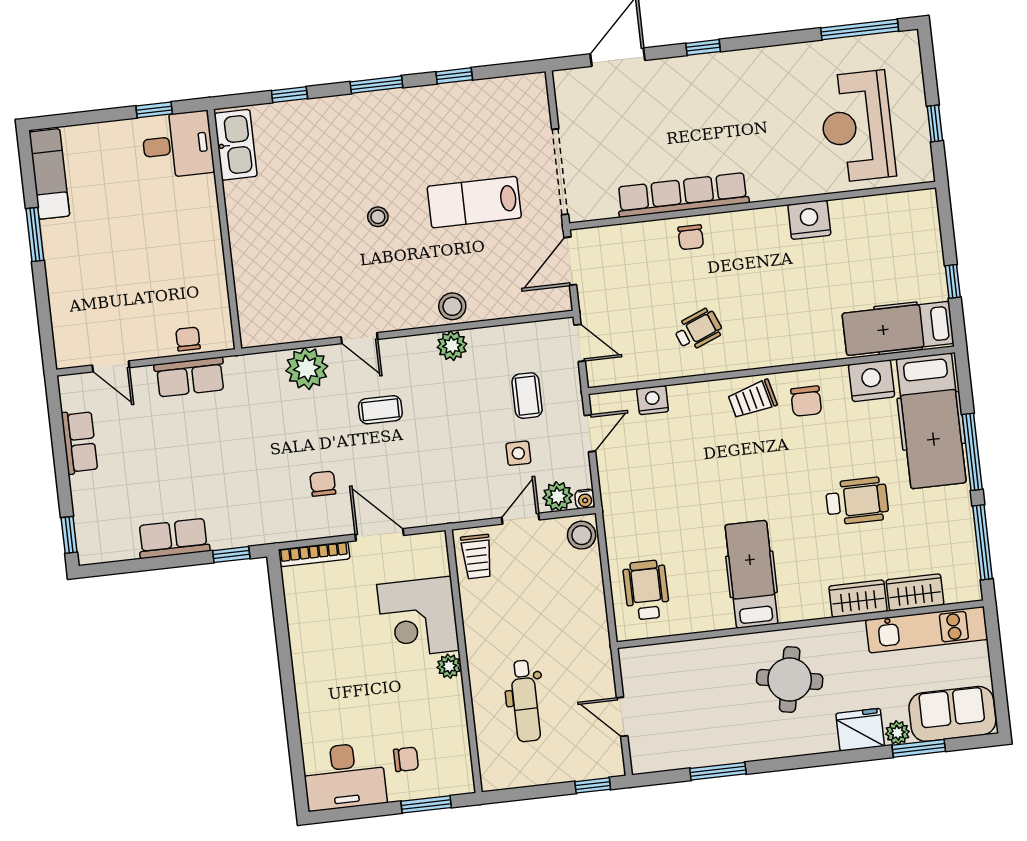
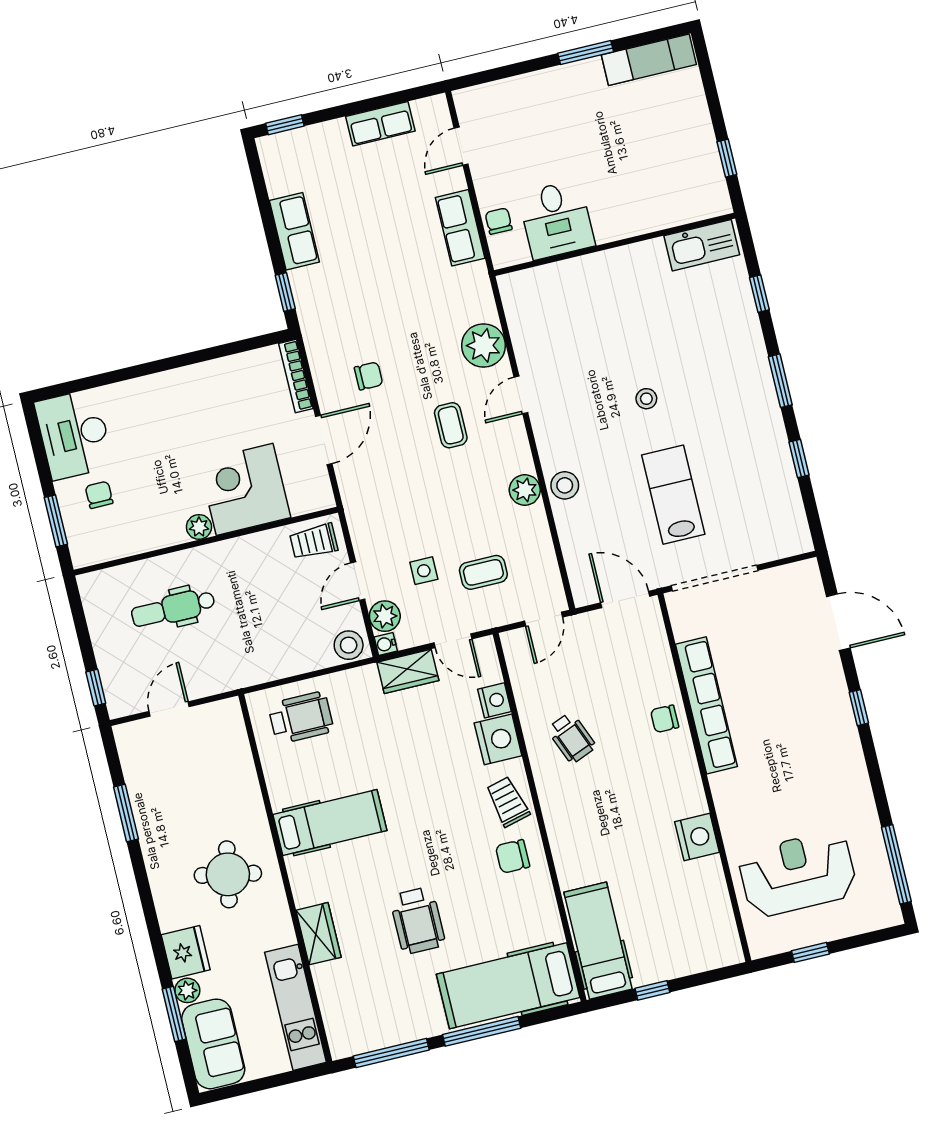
desk: (178, 145) -> (556, 220), moved
chair: (188, 339) -> (499, 221), turned -90
nightstand: (871, 381) -> (498, 739), moved
door: (520, 519) -> (358, 581), swing flipped
wardrobe: (915, 592) -> (408, 671), moved, turned 90
chair: (406, 759) -> (99, 495), turned 180

